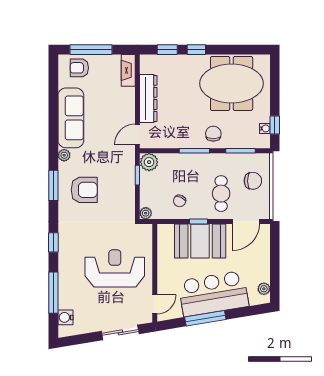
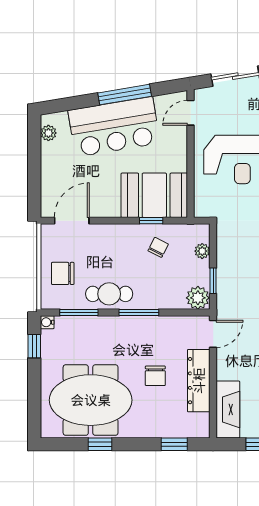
window: (196, 50) -> (100, 444), moved
fireplace: (128, 70) -> (228, 410), width x1.37, depth x1.32
water cooler: (265, 128) -> (47, 322), moved
chair: (213, 134) -> (155, 376), moved
cafe table: (221, 194) -> (109, 294), moved, turned 90
plant: (146, 213) -> (202, 251), moved
window: (198, 221) -> (151, 221), moved
booth: (200, 241) -> (154, 195), moved

